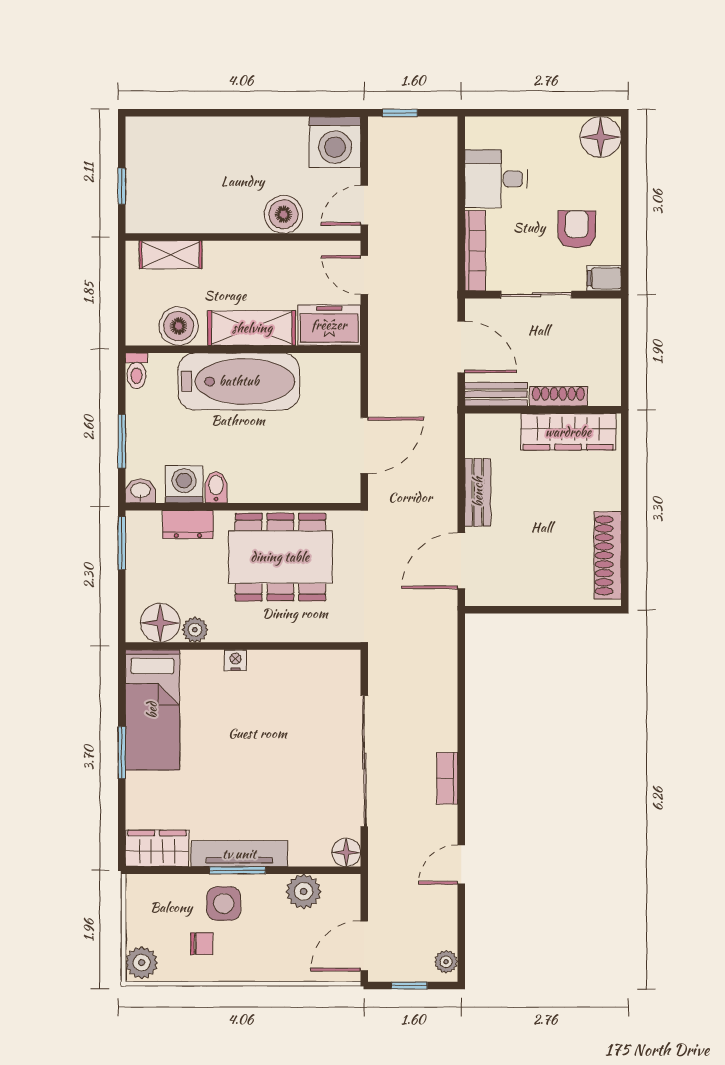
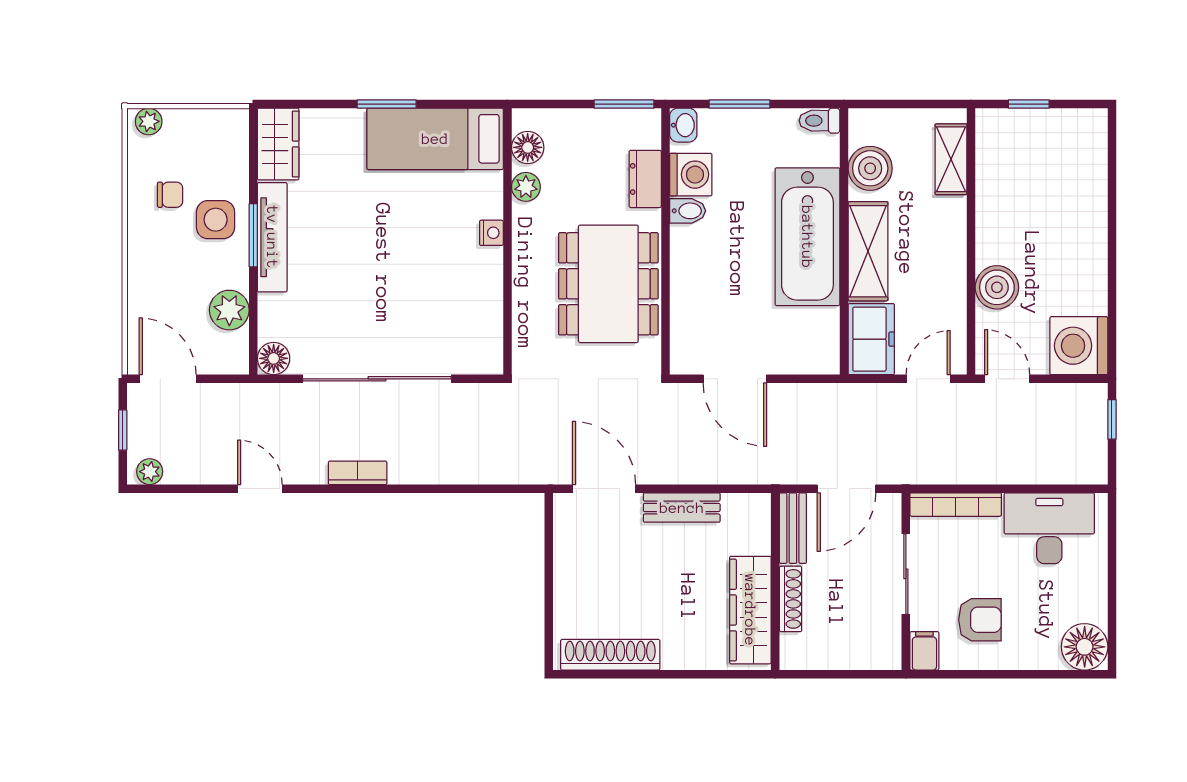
desk: (496, 179) -> (1049, 528), width x1.37
floor lamp: (160, 623) -> (528, 147), width x0.73, depth x0.73
chair: (202, 944) -> (170, 195), turned -90
plant: (142, 963) -> (149, 121), width x0.73, depth x0.73

